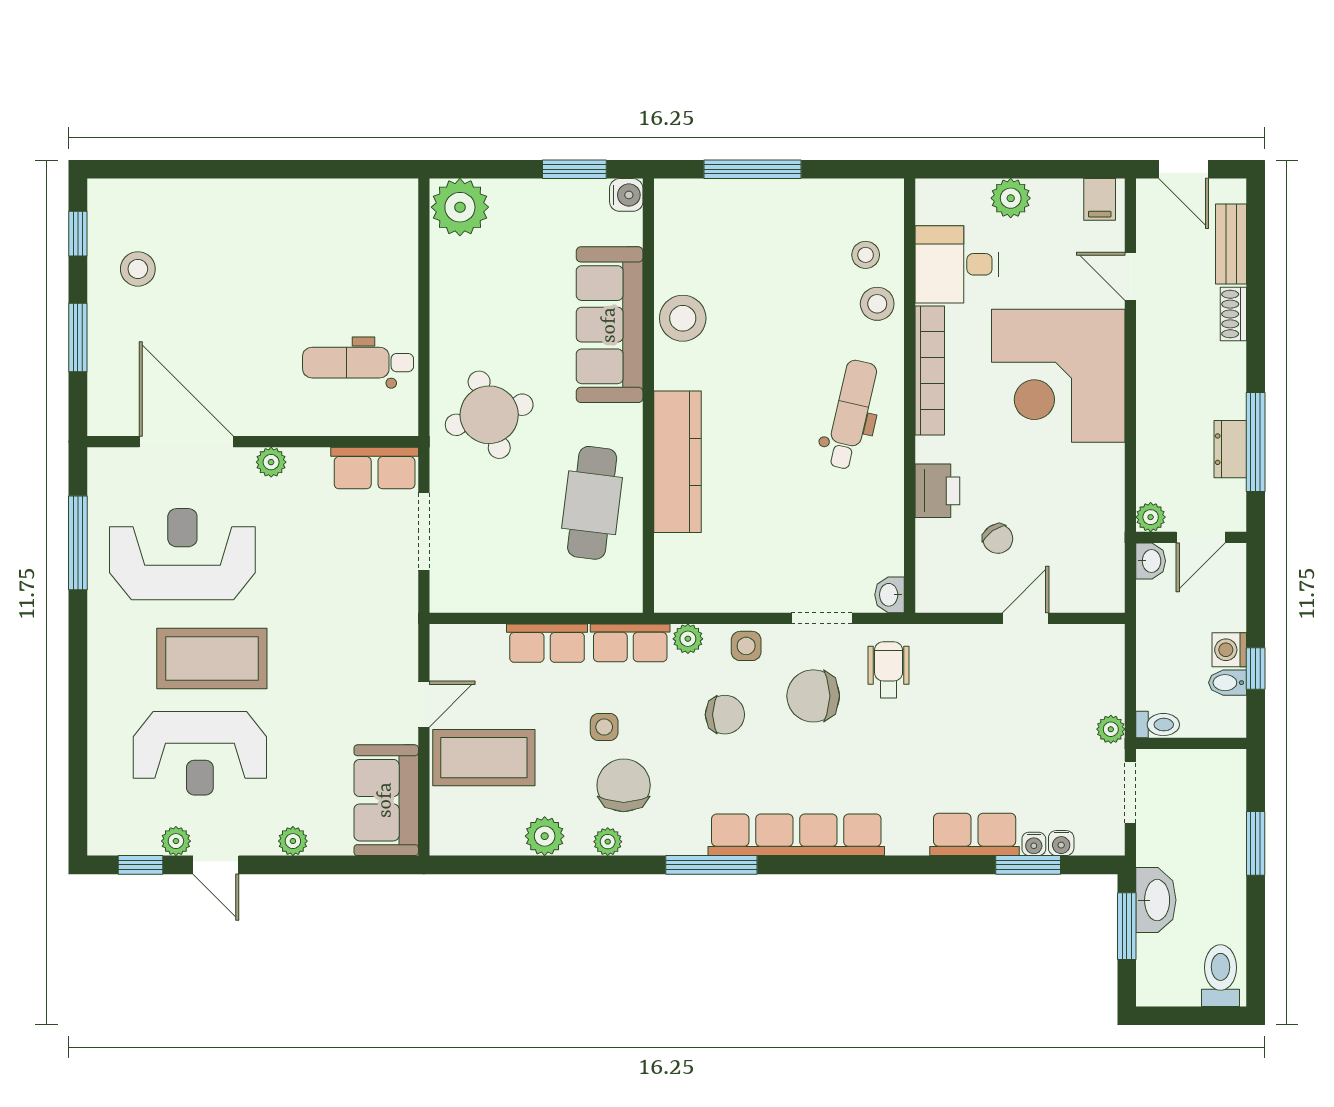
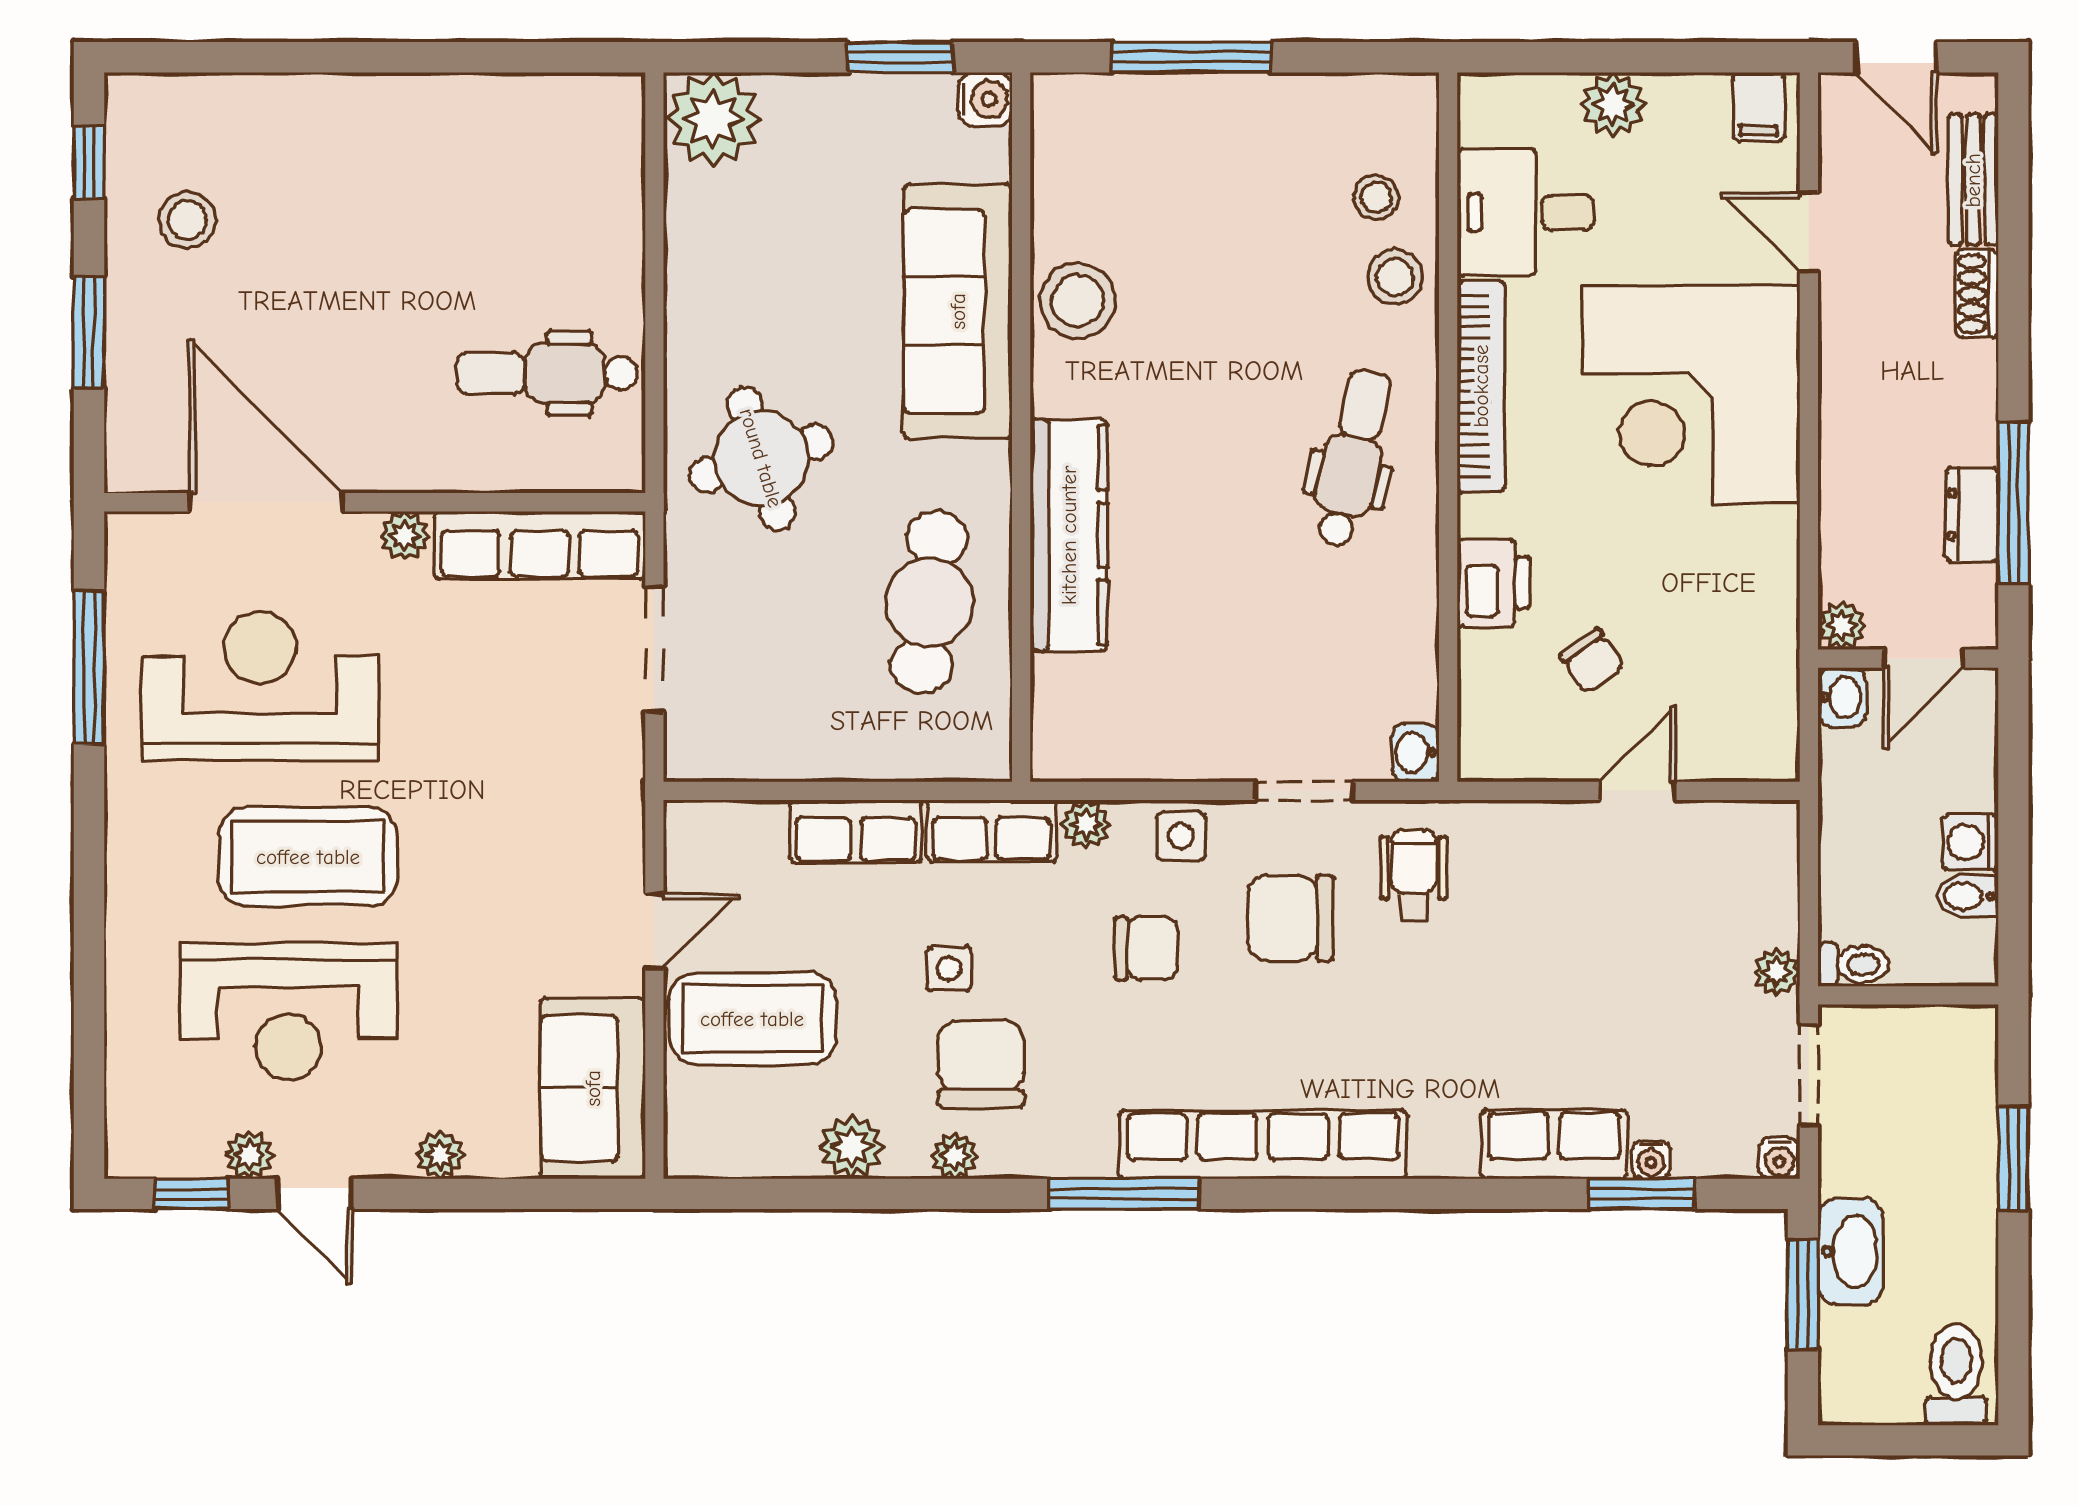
row of seats: (375, 468) -> (540, 545), width x1.48
window: (1256, 668) -> (2013, 873), removed
water cooler: (1061, 843) -> (1779, 1158), moved

